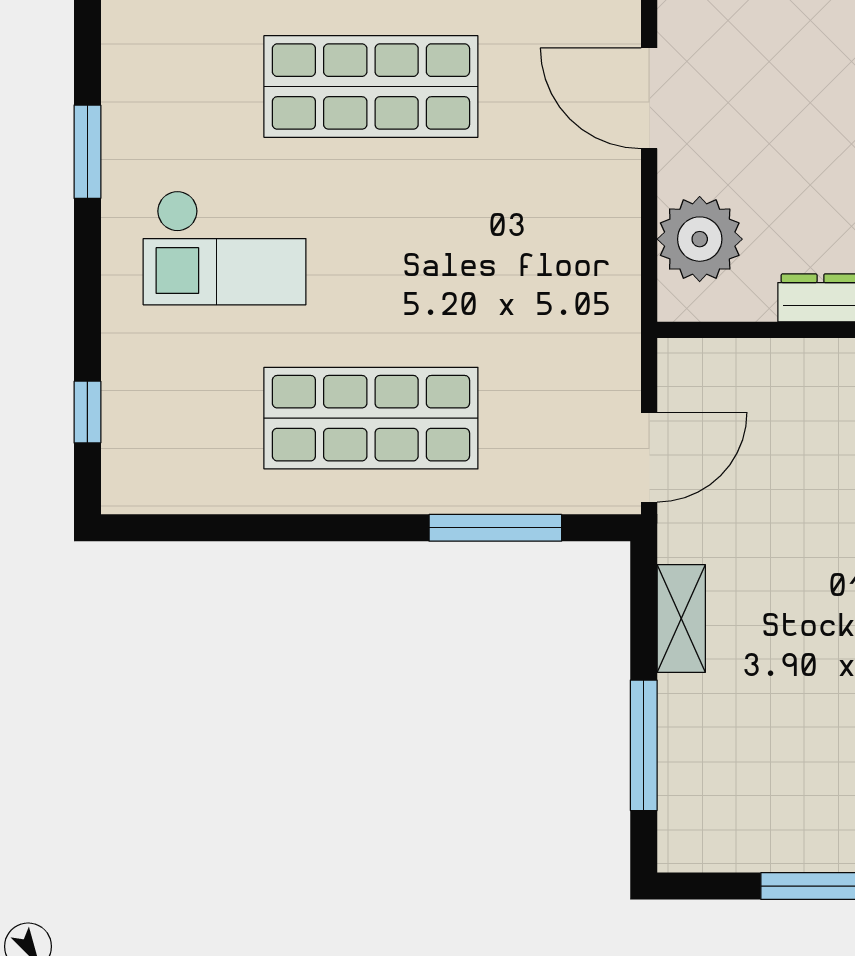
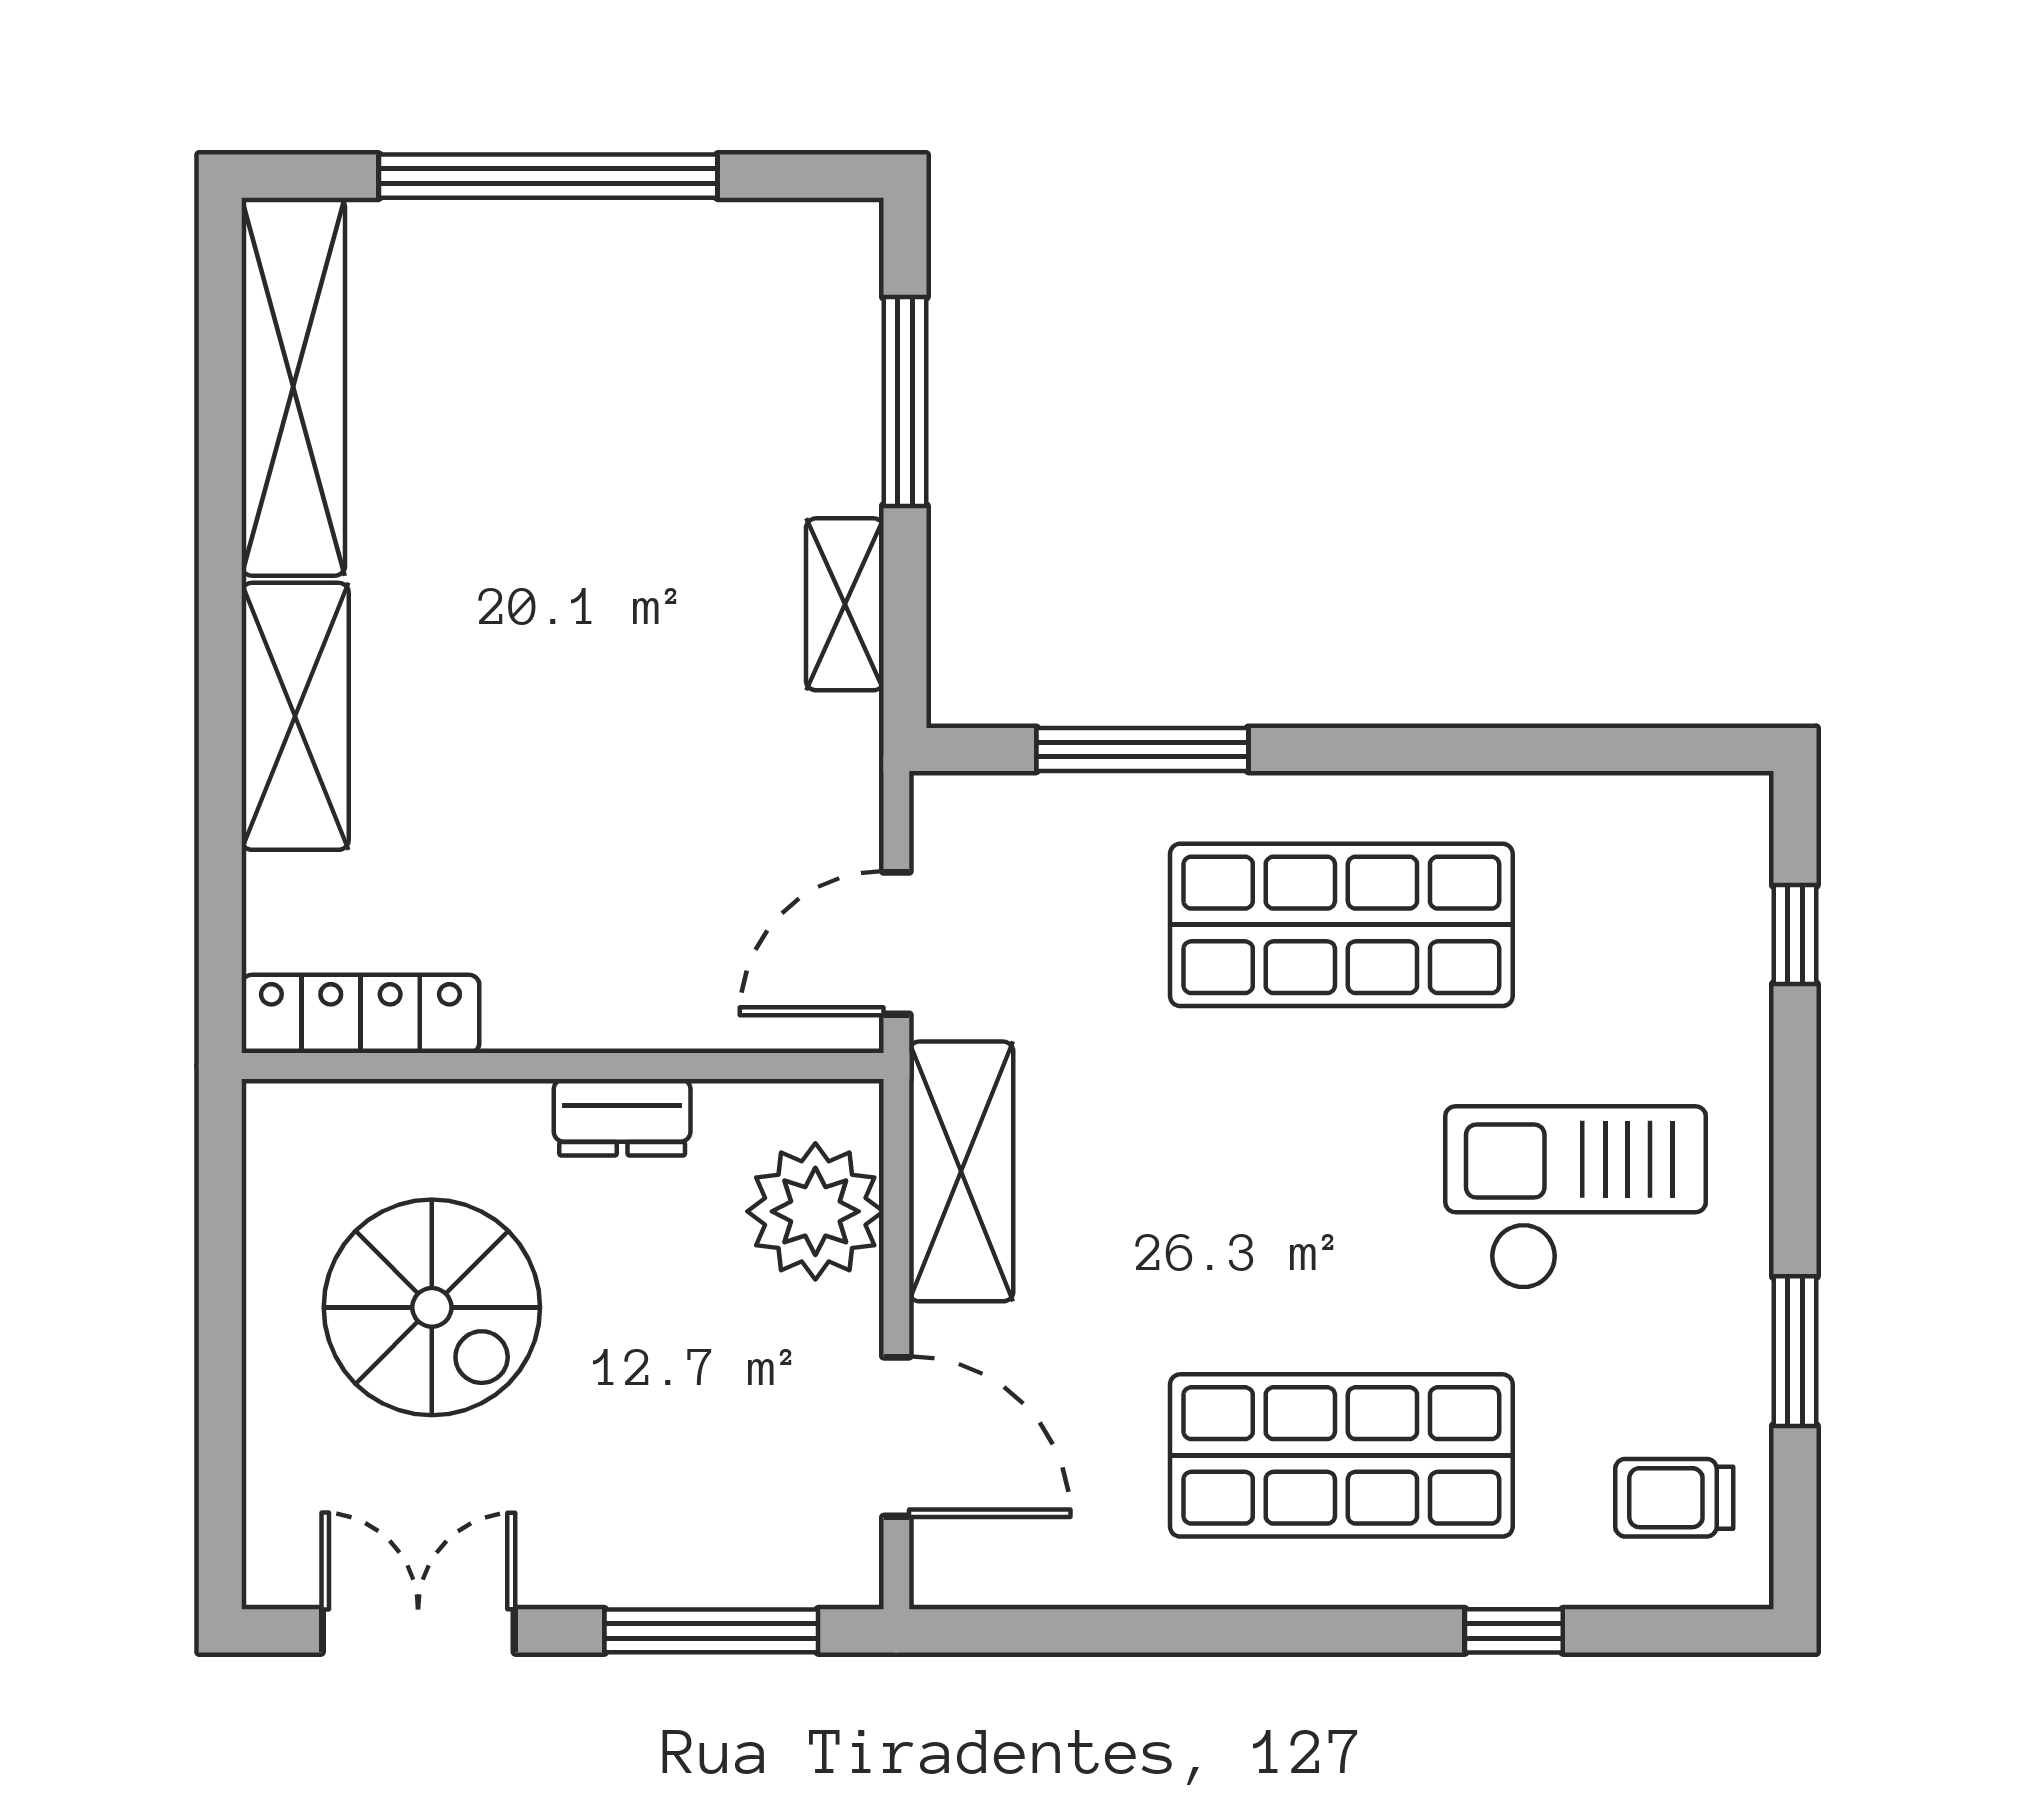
trolley: (163, 60) -> (1674, 1498), added
shelving: (609, 264) -> (961, 1171), added
door: (649, 457) -> (896, 943), moved

